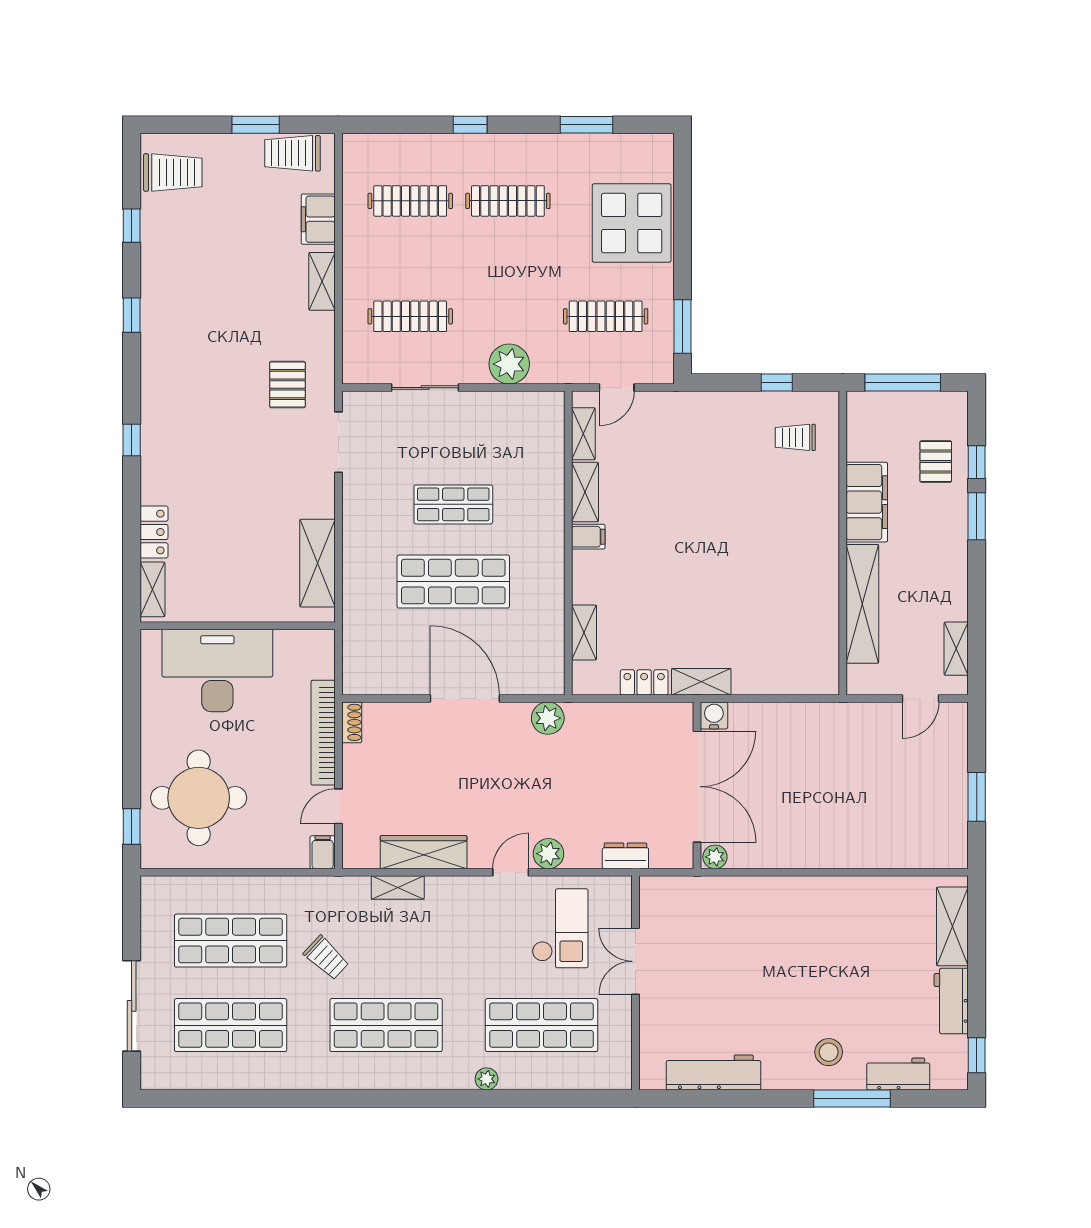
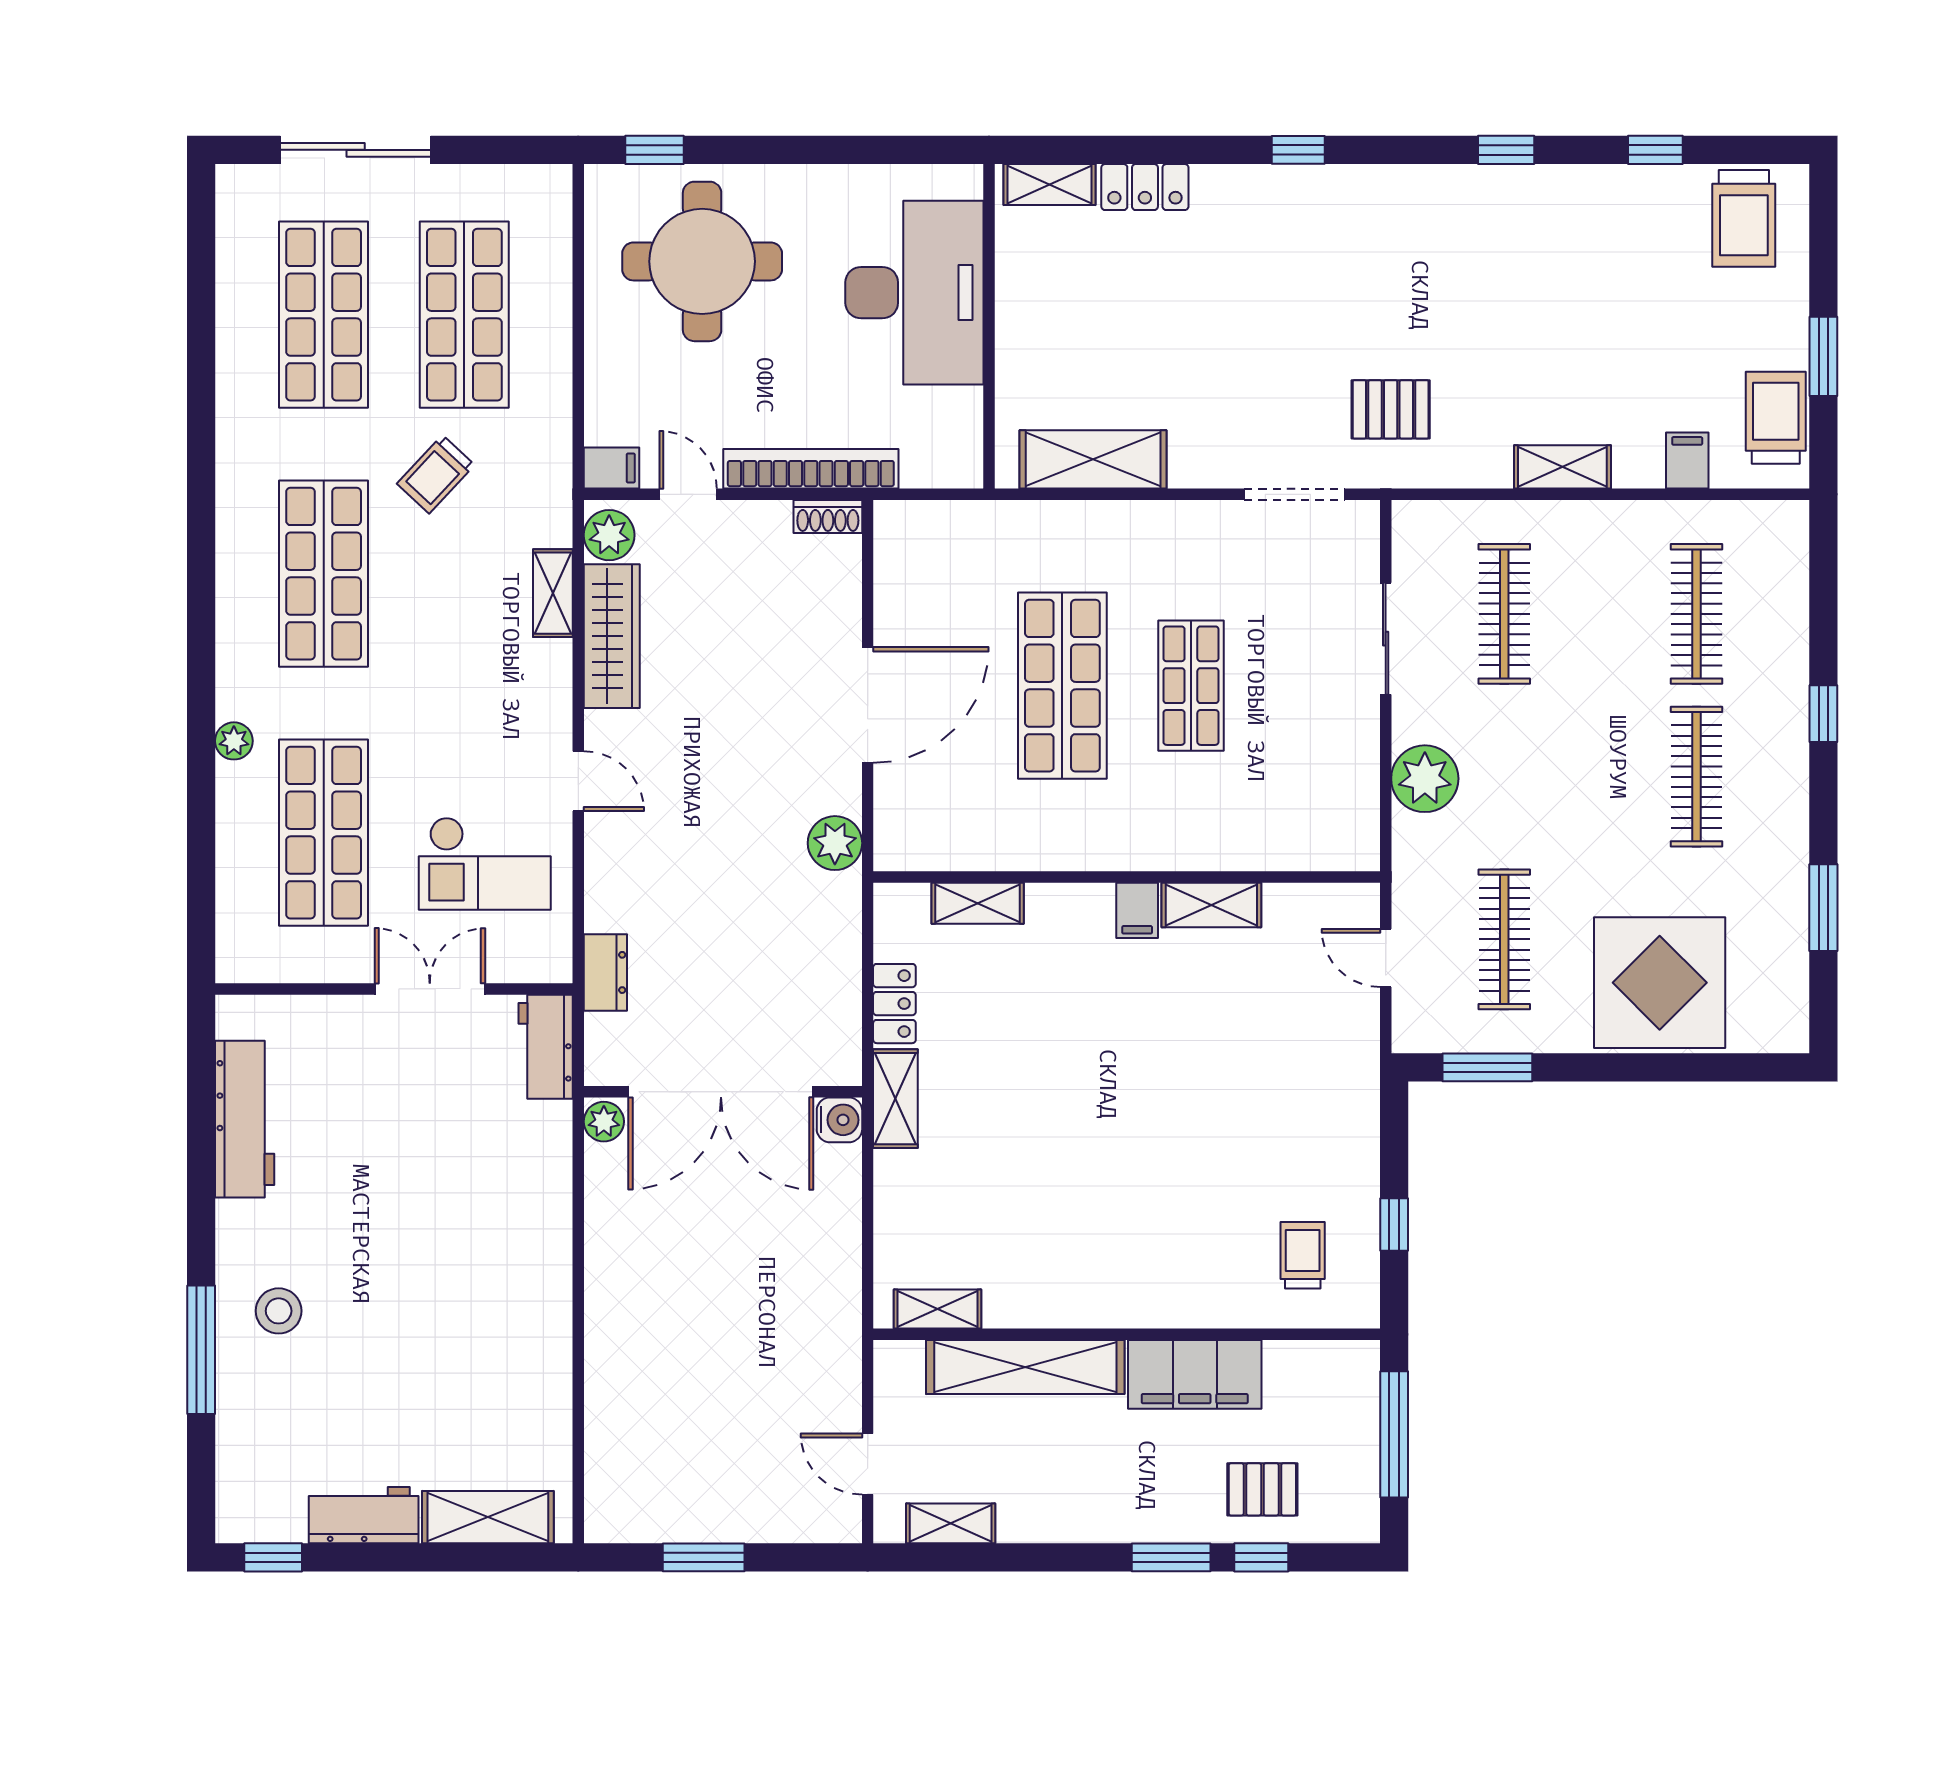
filing cabinet: (318, 219) -> (1687, 461), width x0.50
shelving: (583, 434) -> (937, 1309), moved
plant: (548, 854) -> (609, 535), moved
workbench: (898, 1074) -> (546, 1047), moved, turned 180

